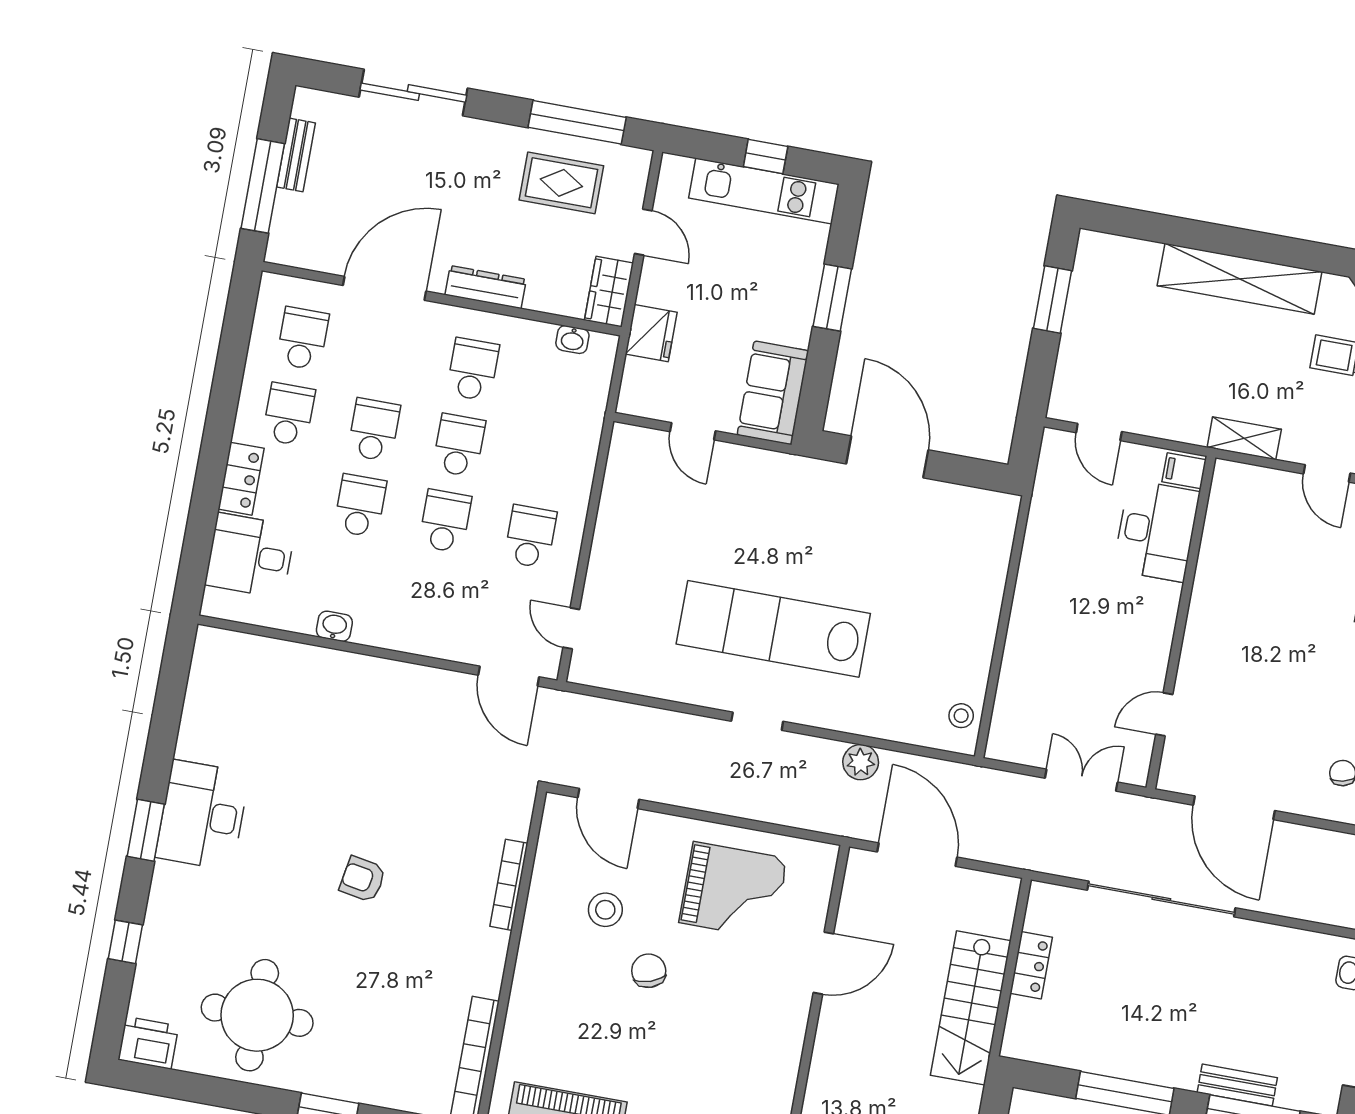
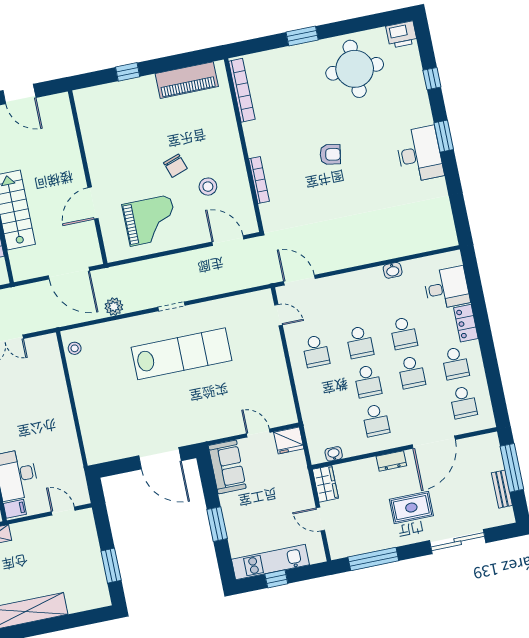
rug: (561, 183) -> (411, 508), moved
dresser: (486, 287) -> (391, 461), width x0.70
fridge: (651, 333) -> (289, 440), moved, turned -90
grand piano: (733, 890) -> (150, 221), turned 180

